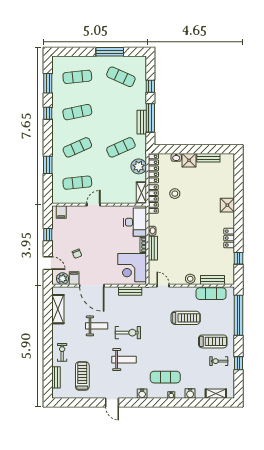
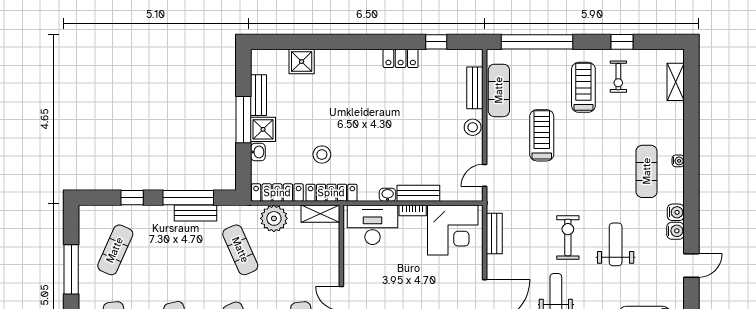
window: (195, 149) -> (243, 120), added
shower: (227, 205) -> (302, 62), moved
water cooler: (190, 393) -> (675, 231), moved

